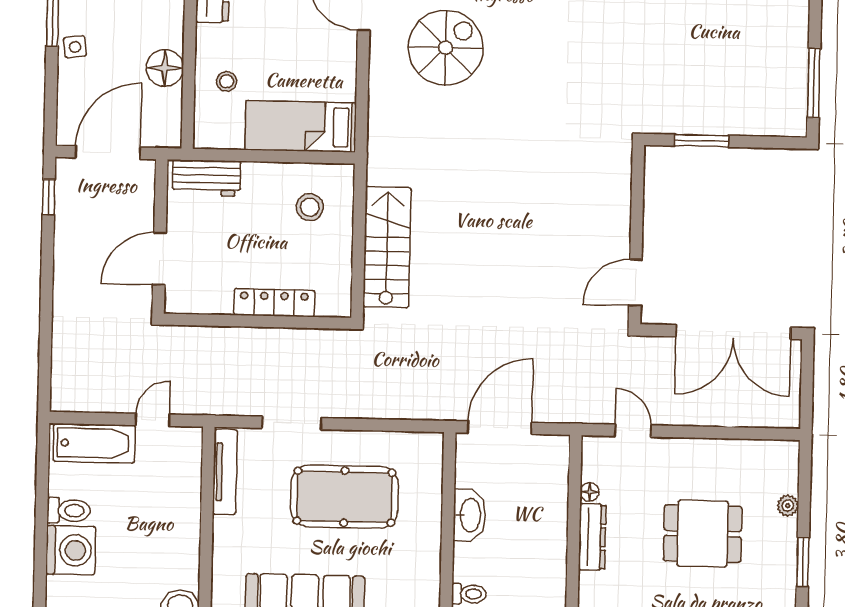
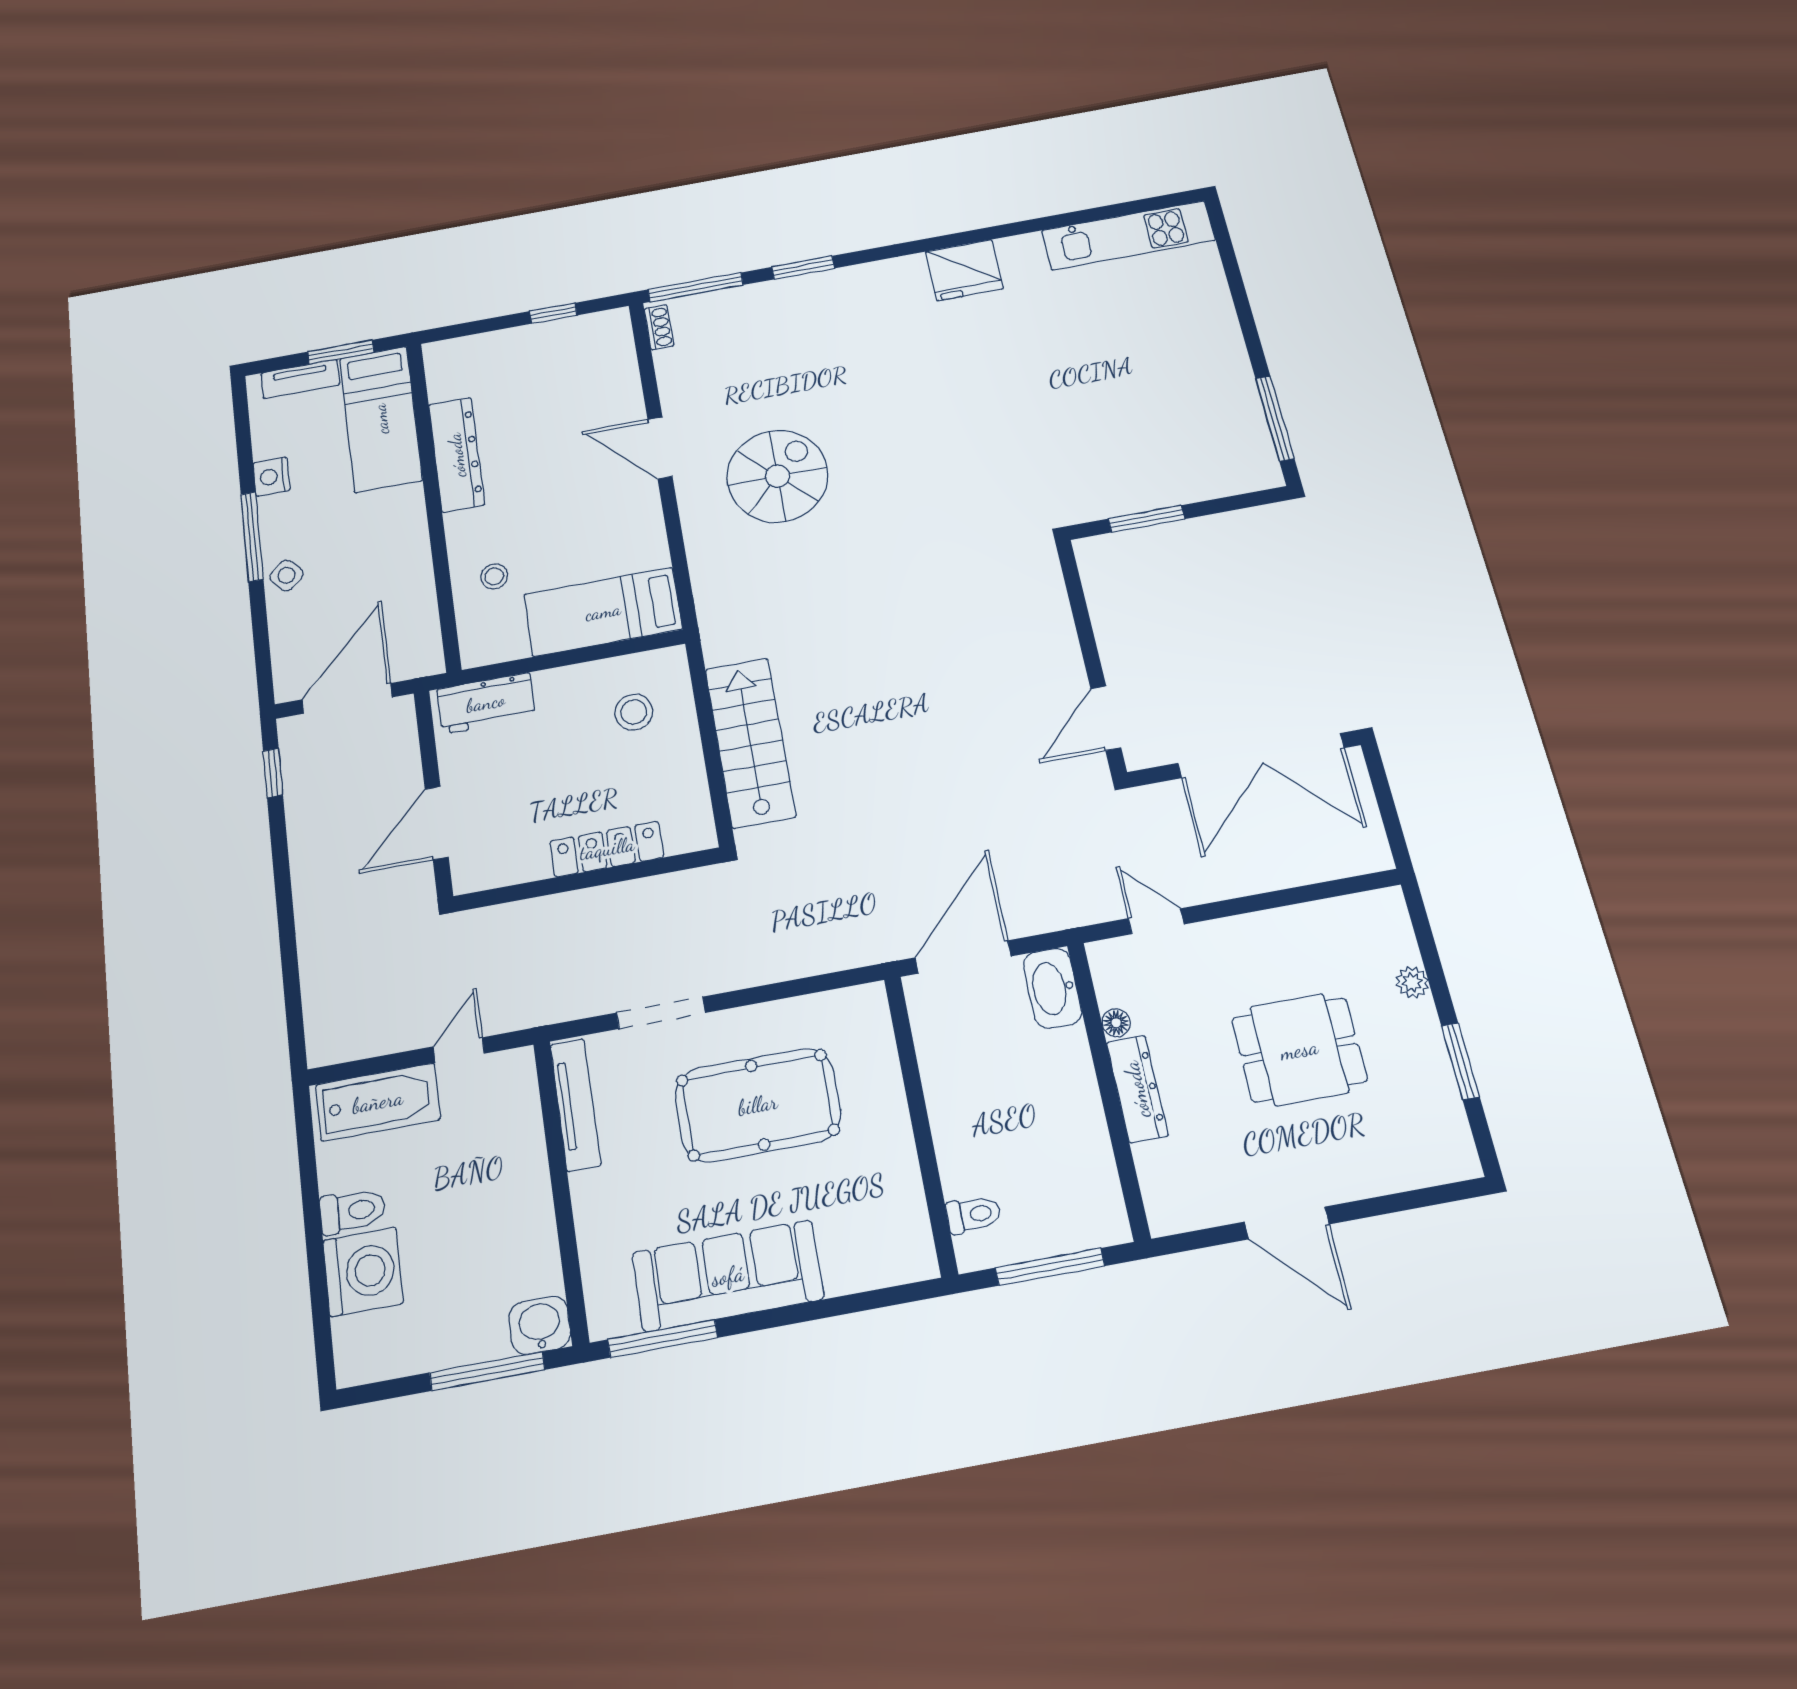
side table: (75, 47) -> (287, 575), turned -34
floor lamp: (165, 68) -> (409, 577), removed
washbasin: (469, 515) -> (1053, 988), moved, turned 180

